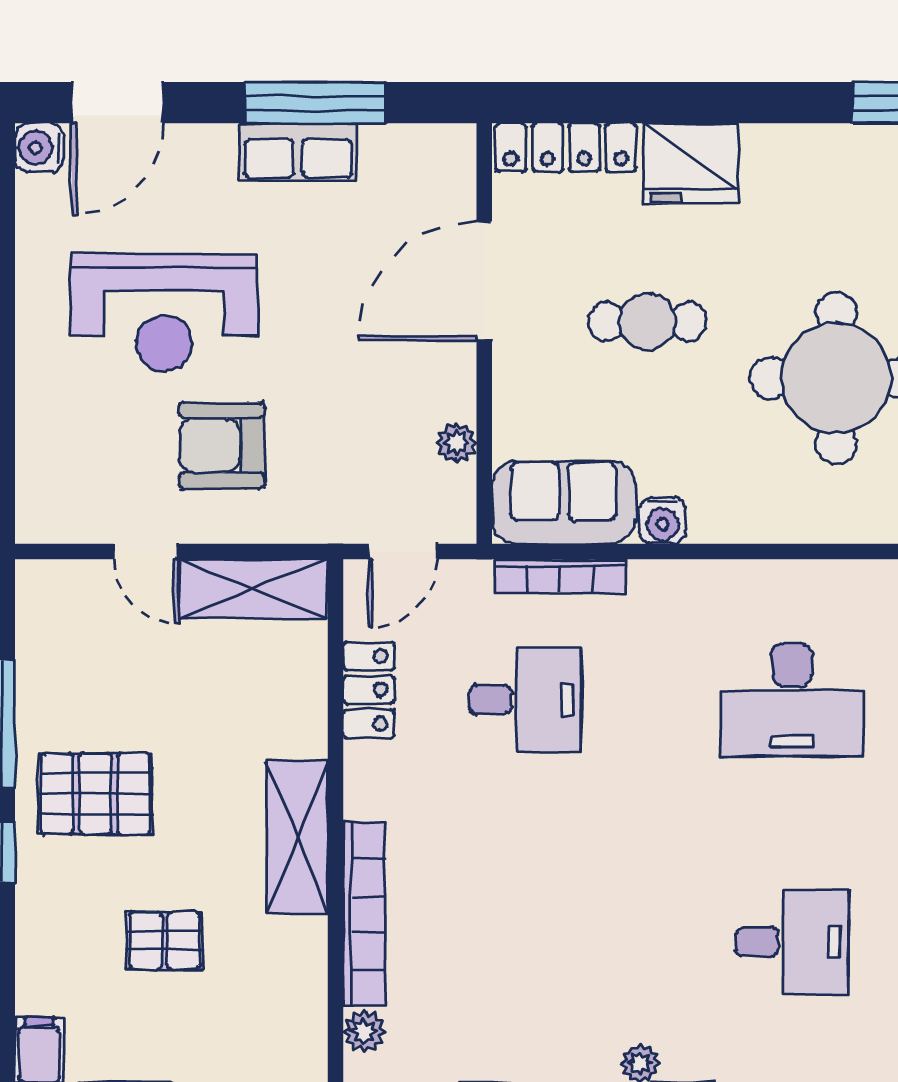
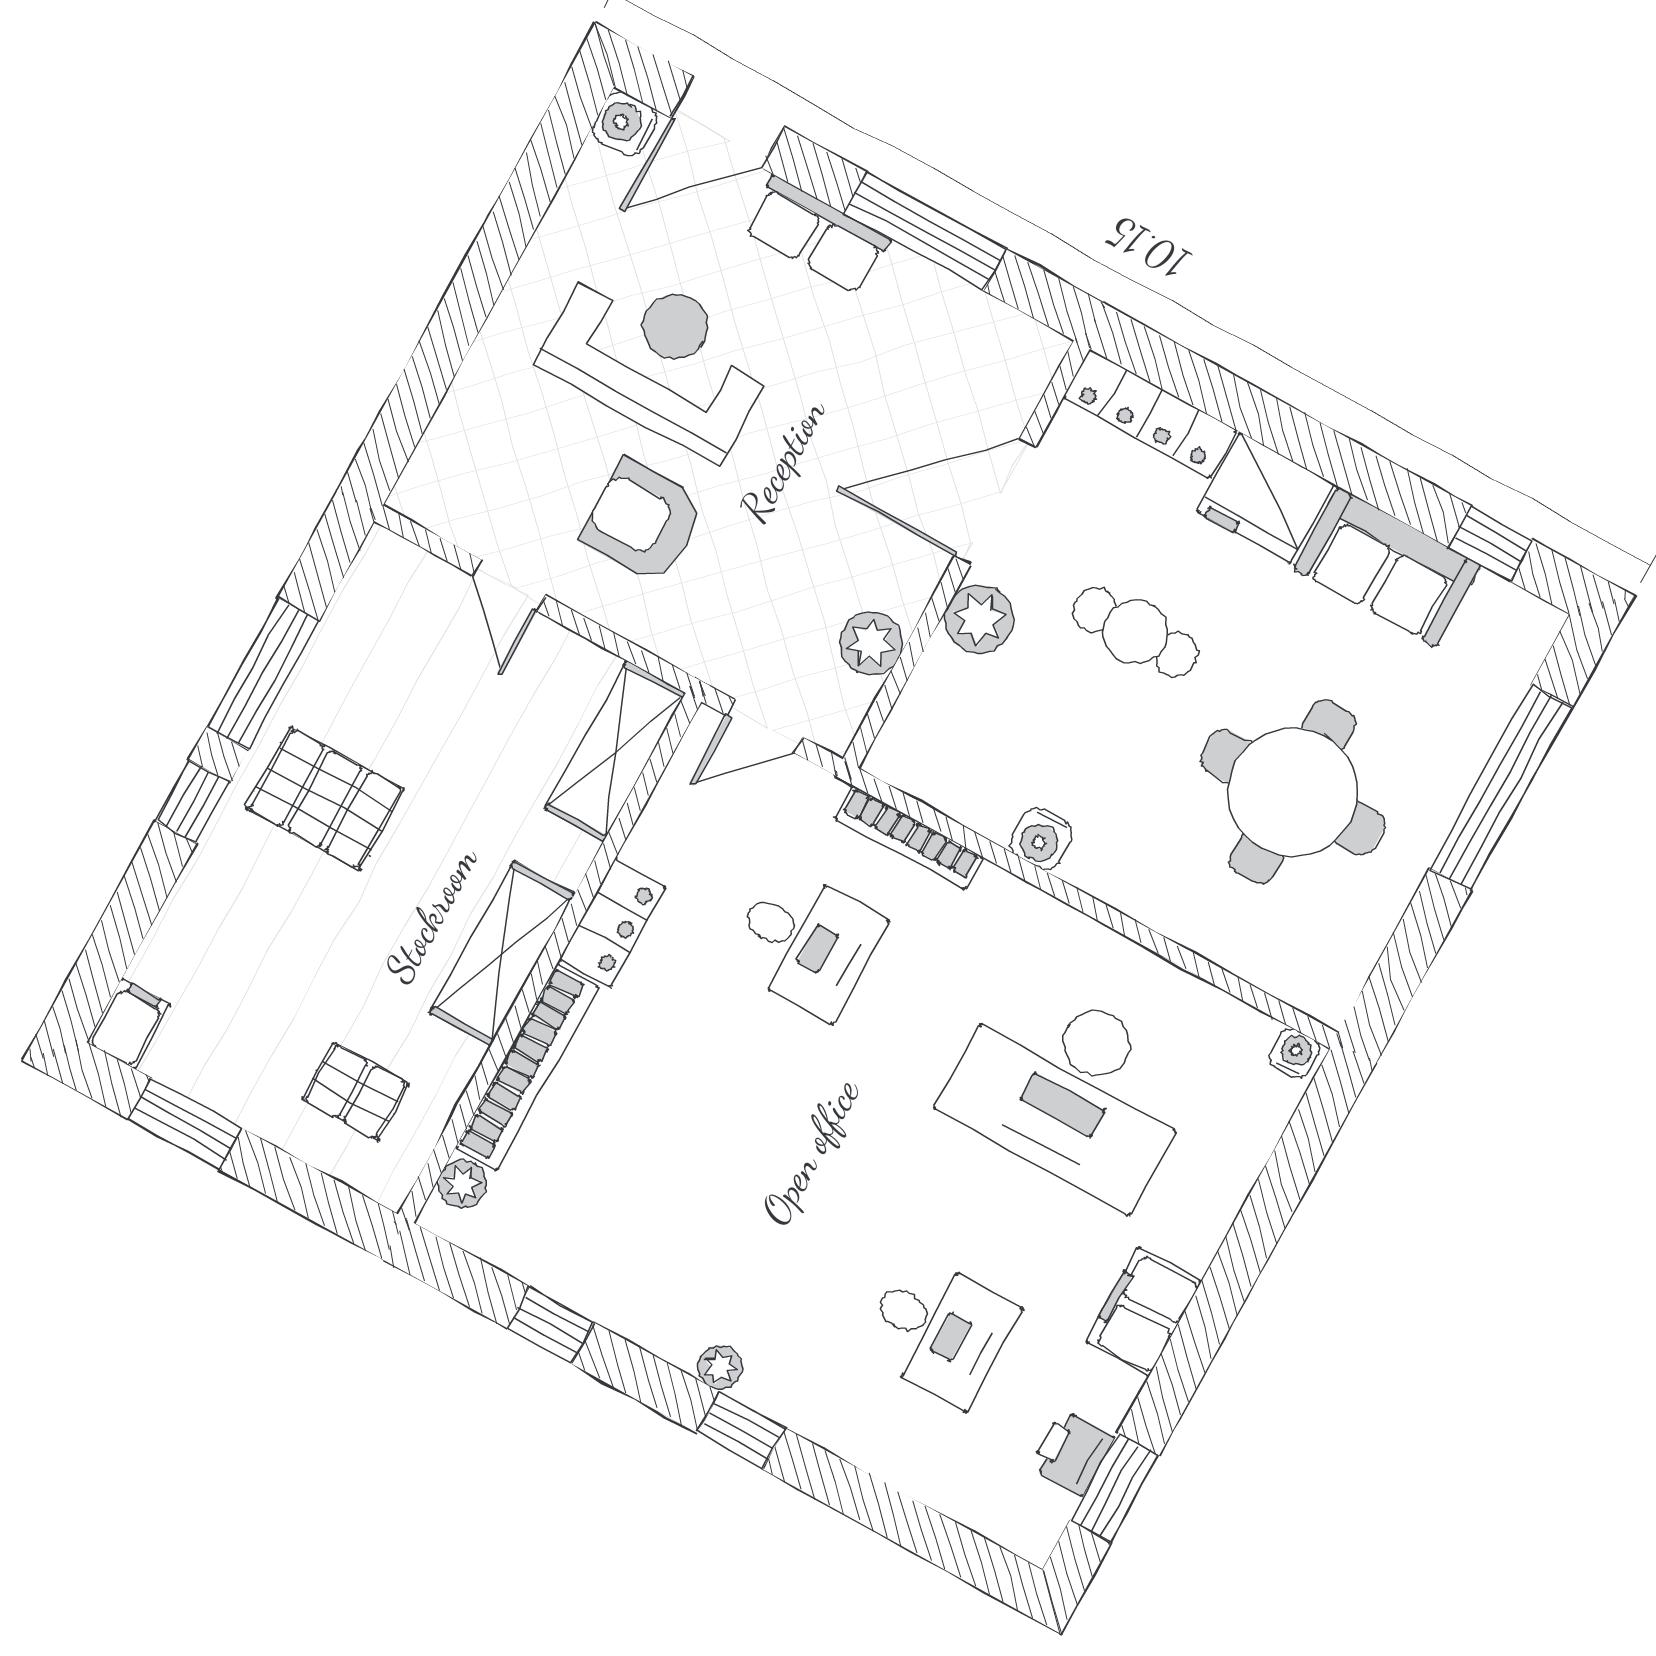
row of seats: (298, 152) -> (817, 235), moved
reception desk: (164, 313) -> (659, 357), turned 180
plant: (522, 378) -> (979, 619), added
plant: (457, 442) -> (871, 643), width x1.38, depth x1.38
sofa: (564, 502) -> (1387, 567), moved, turned 180
shelving: (253, 589) -> (615, 751), moved, turned 90
locker: (369, 690) -> (613, 923), moved
desk: (792, 700) -> (1071, 1089), width x1.36, depth x1.30
pallet: (165, 941) -> (356, 1092), moved

